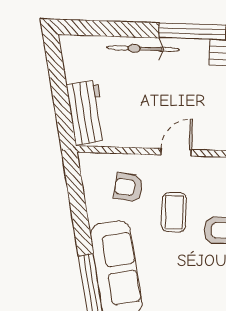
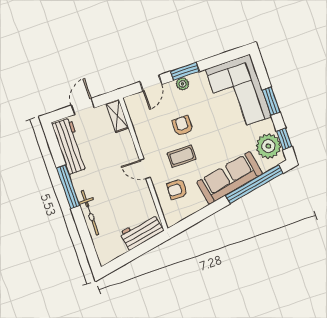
armchair: (129, 187) -> (177, 189), turned 85

